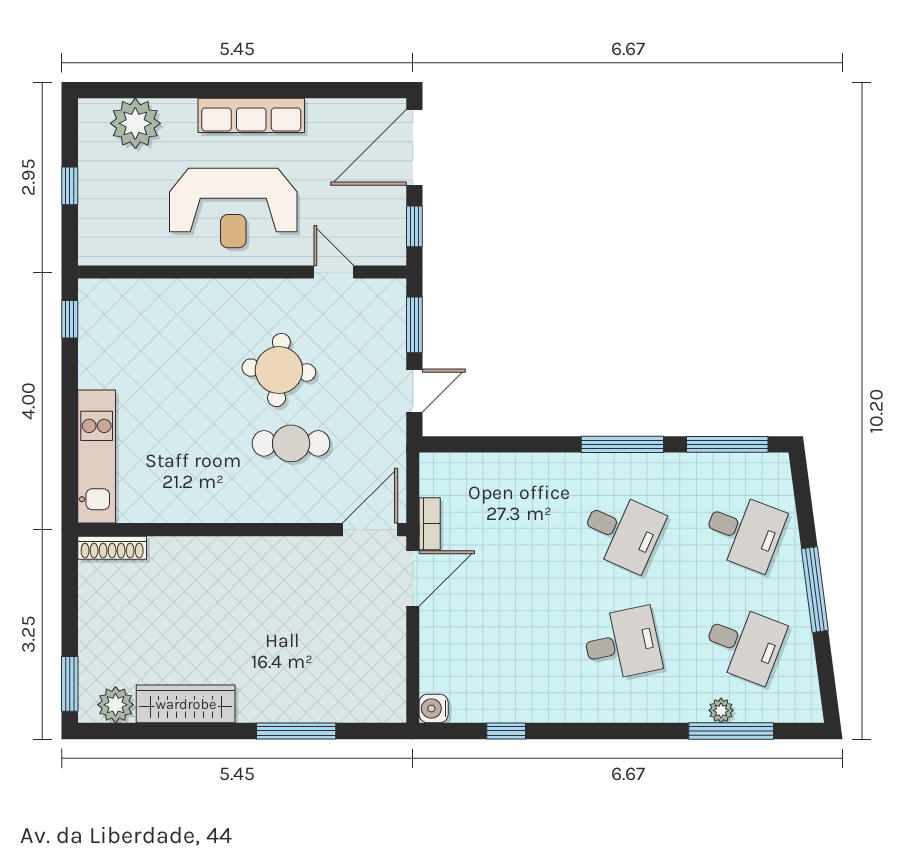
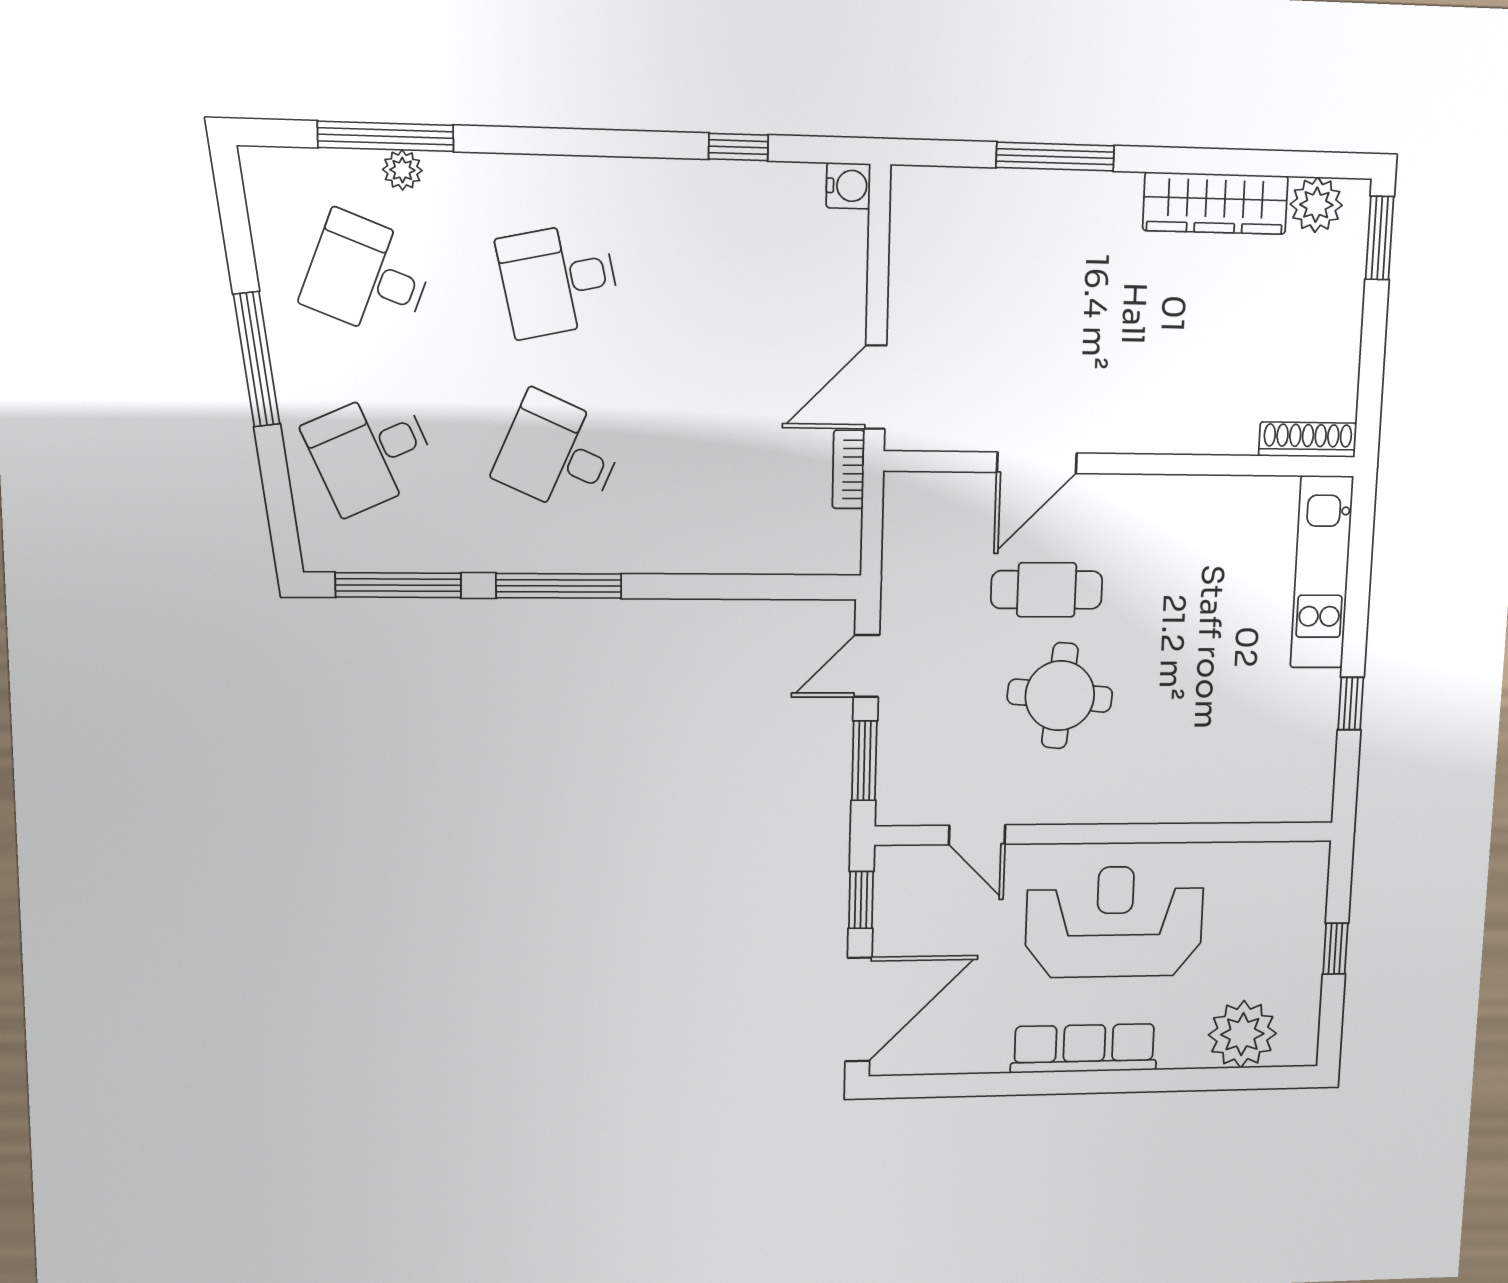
window: (70, 319) -> (1351, 703), moved
door: (370, 530) -> (1037, 463), moved
desk: (744, 531) -> (371, 452), turned -45

